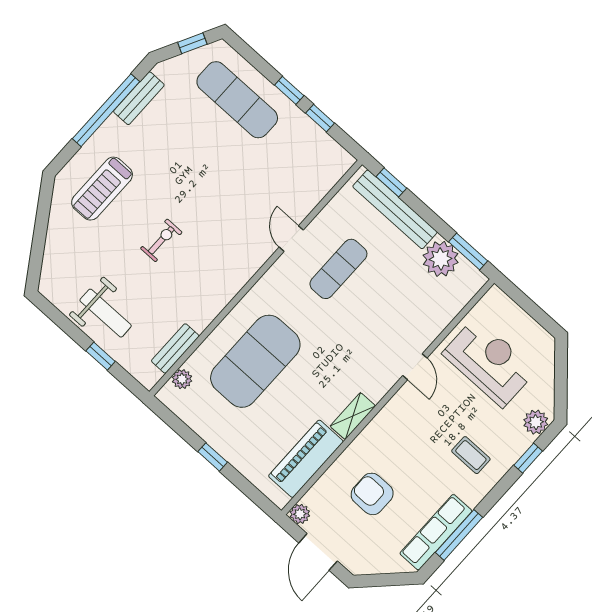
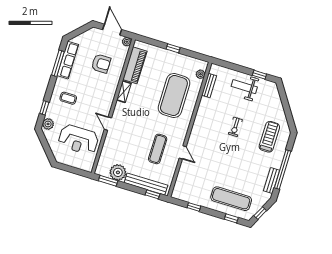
window: (289, 90) -> (231, 218), moved
window: (101, 356) -> (259, 75), moved

